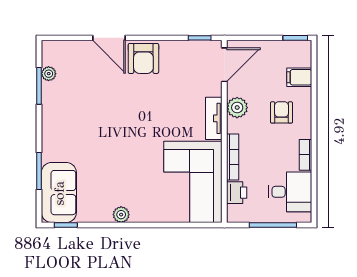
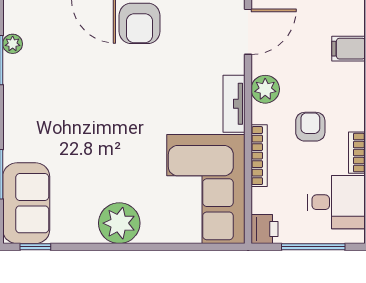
armchair: (282, 112) -> (310, 127), moved
printer: (237, 193) -> (264, 229), moved
plant: (121, 215) -> (119, 223), width x1.87, depth x1.87

